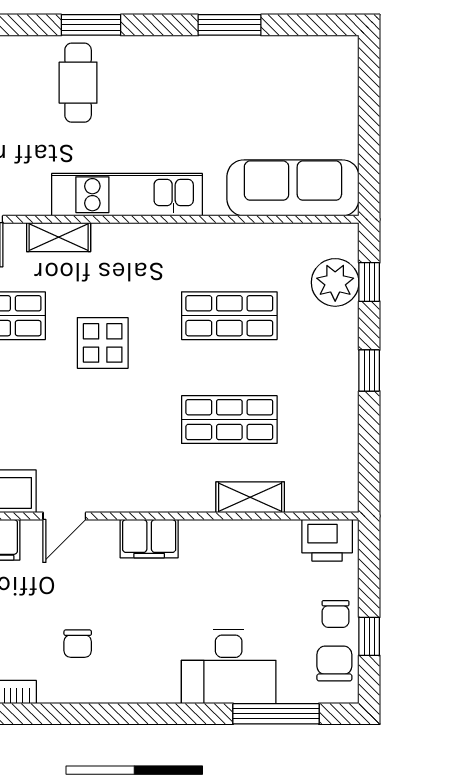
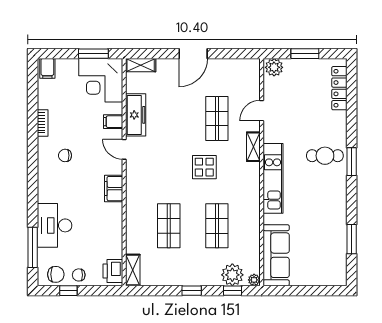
window: (230, 25) -> (352, 239), moved
plant: (346, 235) -> (254, 280), added
shelving: (250, 497) -> (133, 270), moved

